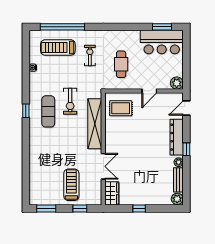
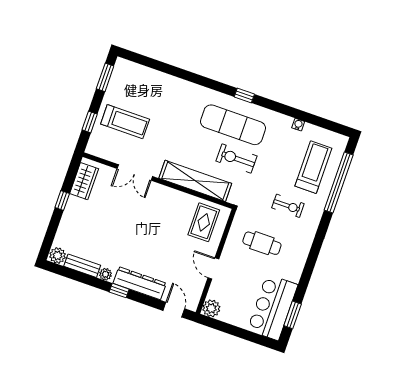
exercise mat: (48, 111) -> (233, 125), width x1.36, depth x1.45
wardrobe: (112, 193) -> (84, 181), moved, turned -90

